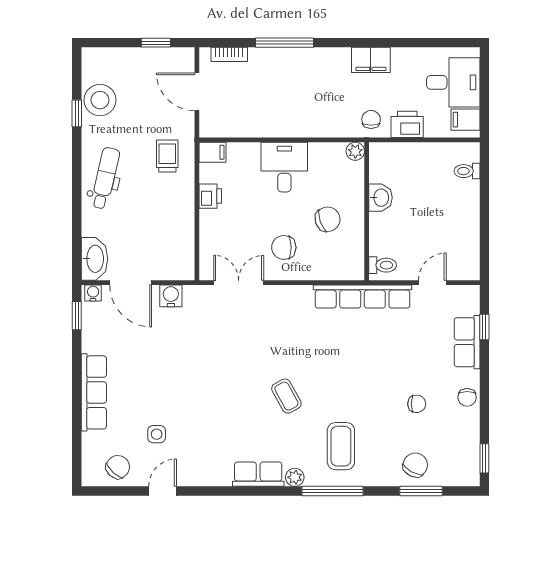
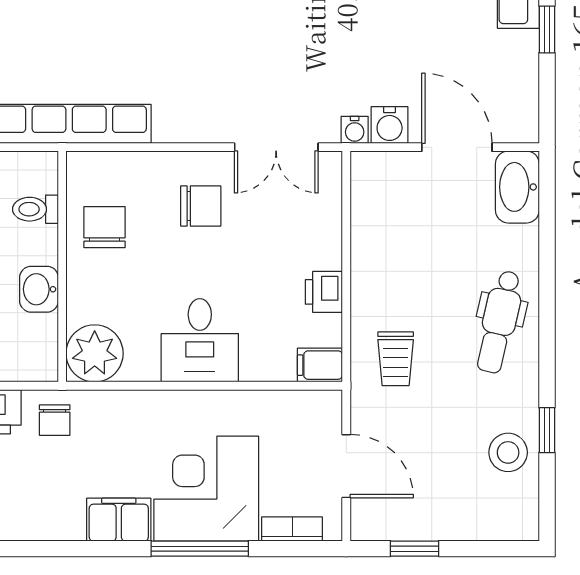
filing cabinet: (371, 60) -> (119, 520), moved
corner desk: (280, 78) -> (206, 489), added
stool: (100, 100) -> (508, 452), width x0.73, depth x0.73
plant: (355, 151) -> (95, 353), width x1.87, depth x1.87
chair: (328, 219) -> (104, 227), moved, turned 109
toilet: (383, 265) -> (35, 209), moved
water cooler: (93, 293) -> (355, 130), moved
window: (77, 316) -> (547, 29), moved

